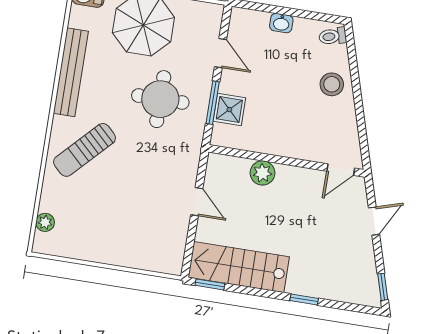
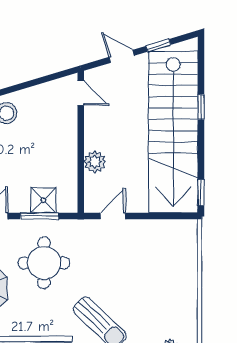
door: (197, 202) -> (113, 216), moved
stairs: (239, 267) -> (173, 132), width x1.86, depth x1.51
window: (383, 287) -> (158, 45), moved

